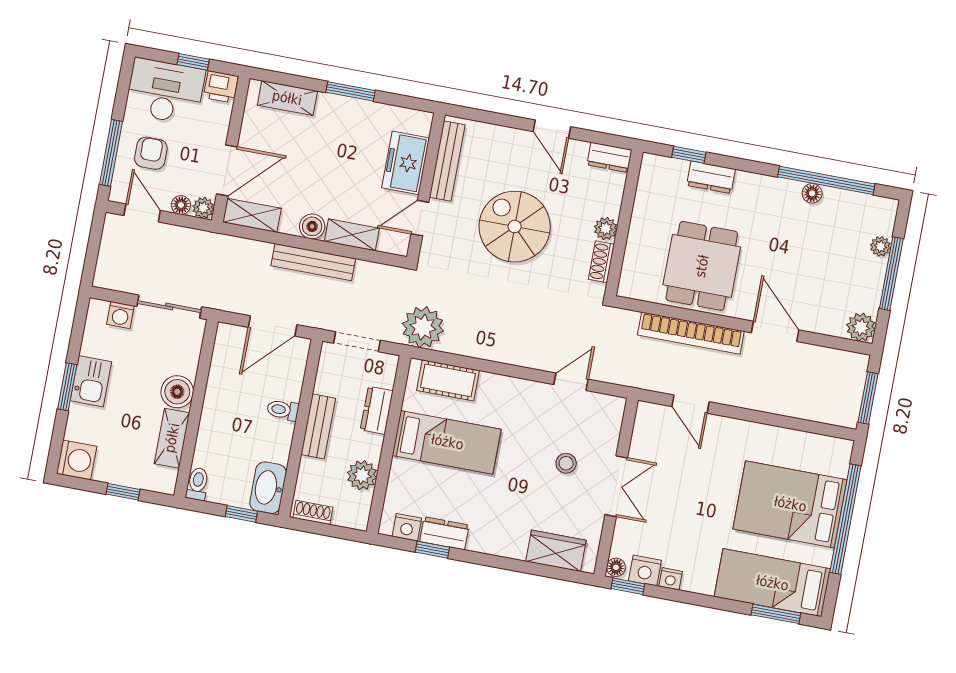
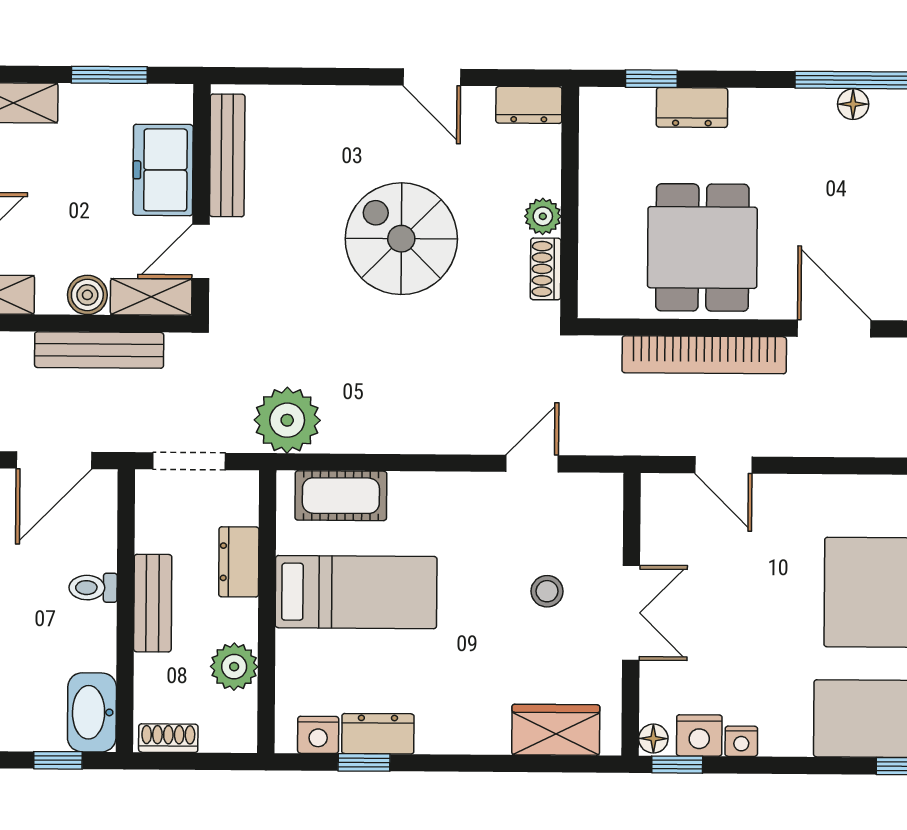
bench: (447, 161) -> (227, 155), moved
freezer: (406, 163) -> (163, 170), moved
wall: (426, 186) -> (201, 200), moved
door: (420, 218) -> (201, 251), moved

